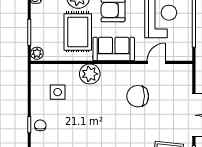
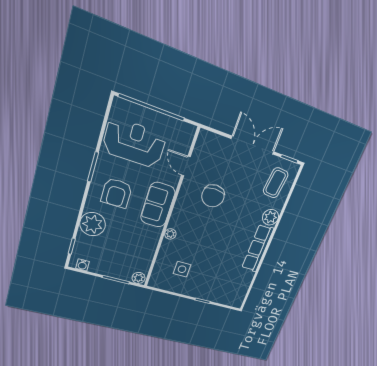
rug: (78, 32) -> (129, 235), removed
plant: (90, 74) -> (170, 234), width x0.53, depth x0.53
chair: (40, 125) -> (207, 292), removed

